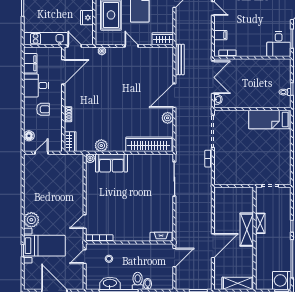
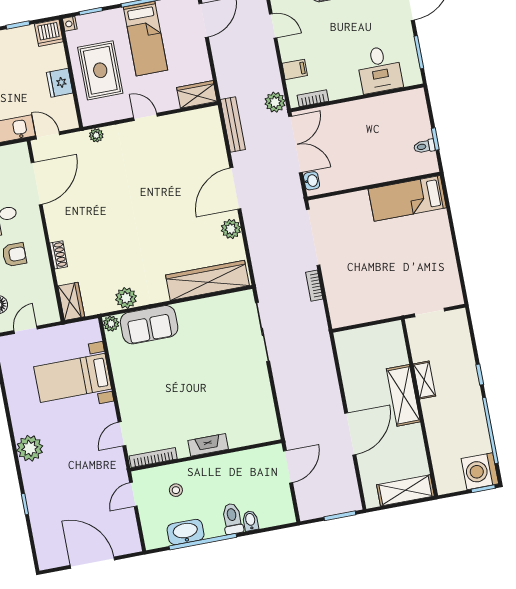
desk: (279, 44) -> (380, 69), moved
plant: (206, 51) -> (275, 102), added
fireplace: (161, 237) -> (208, 445), moved
bed with nightstands: (44, 246) -> (73, 378), moved, turned 180

